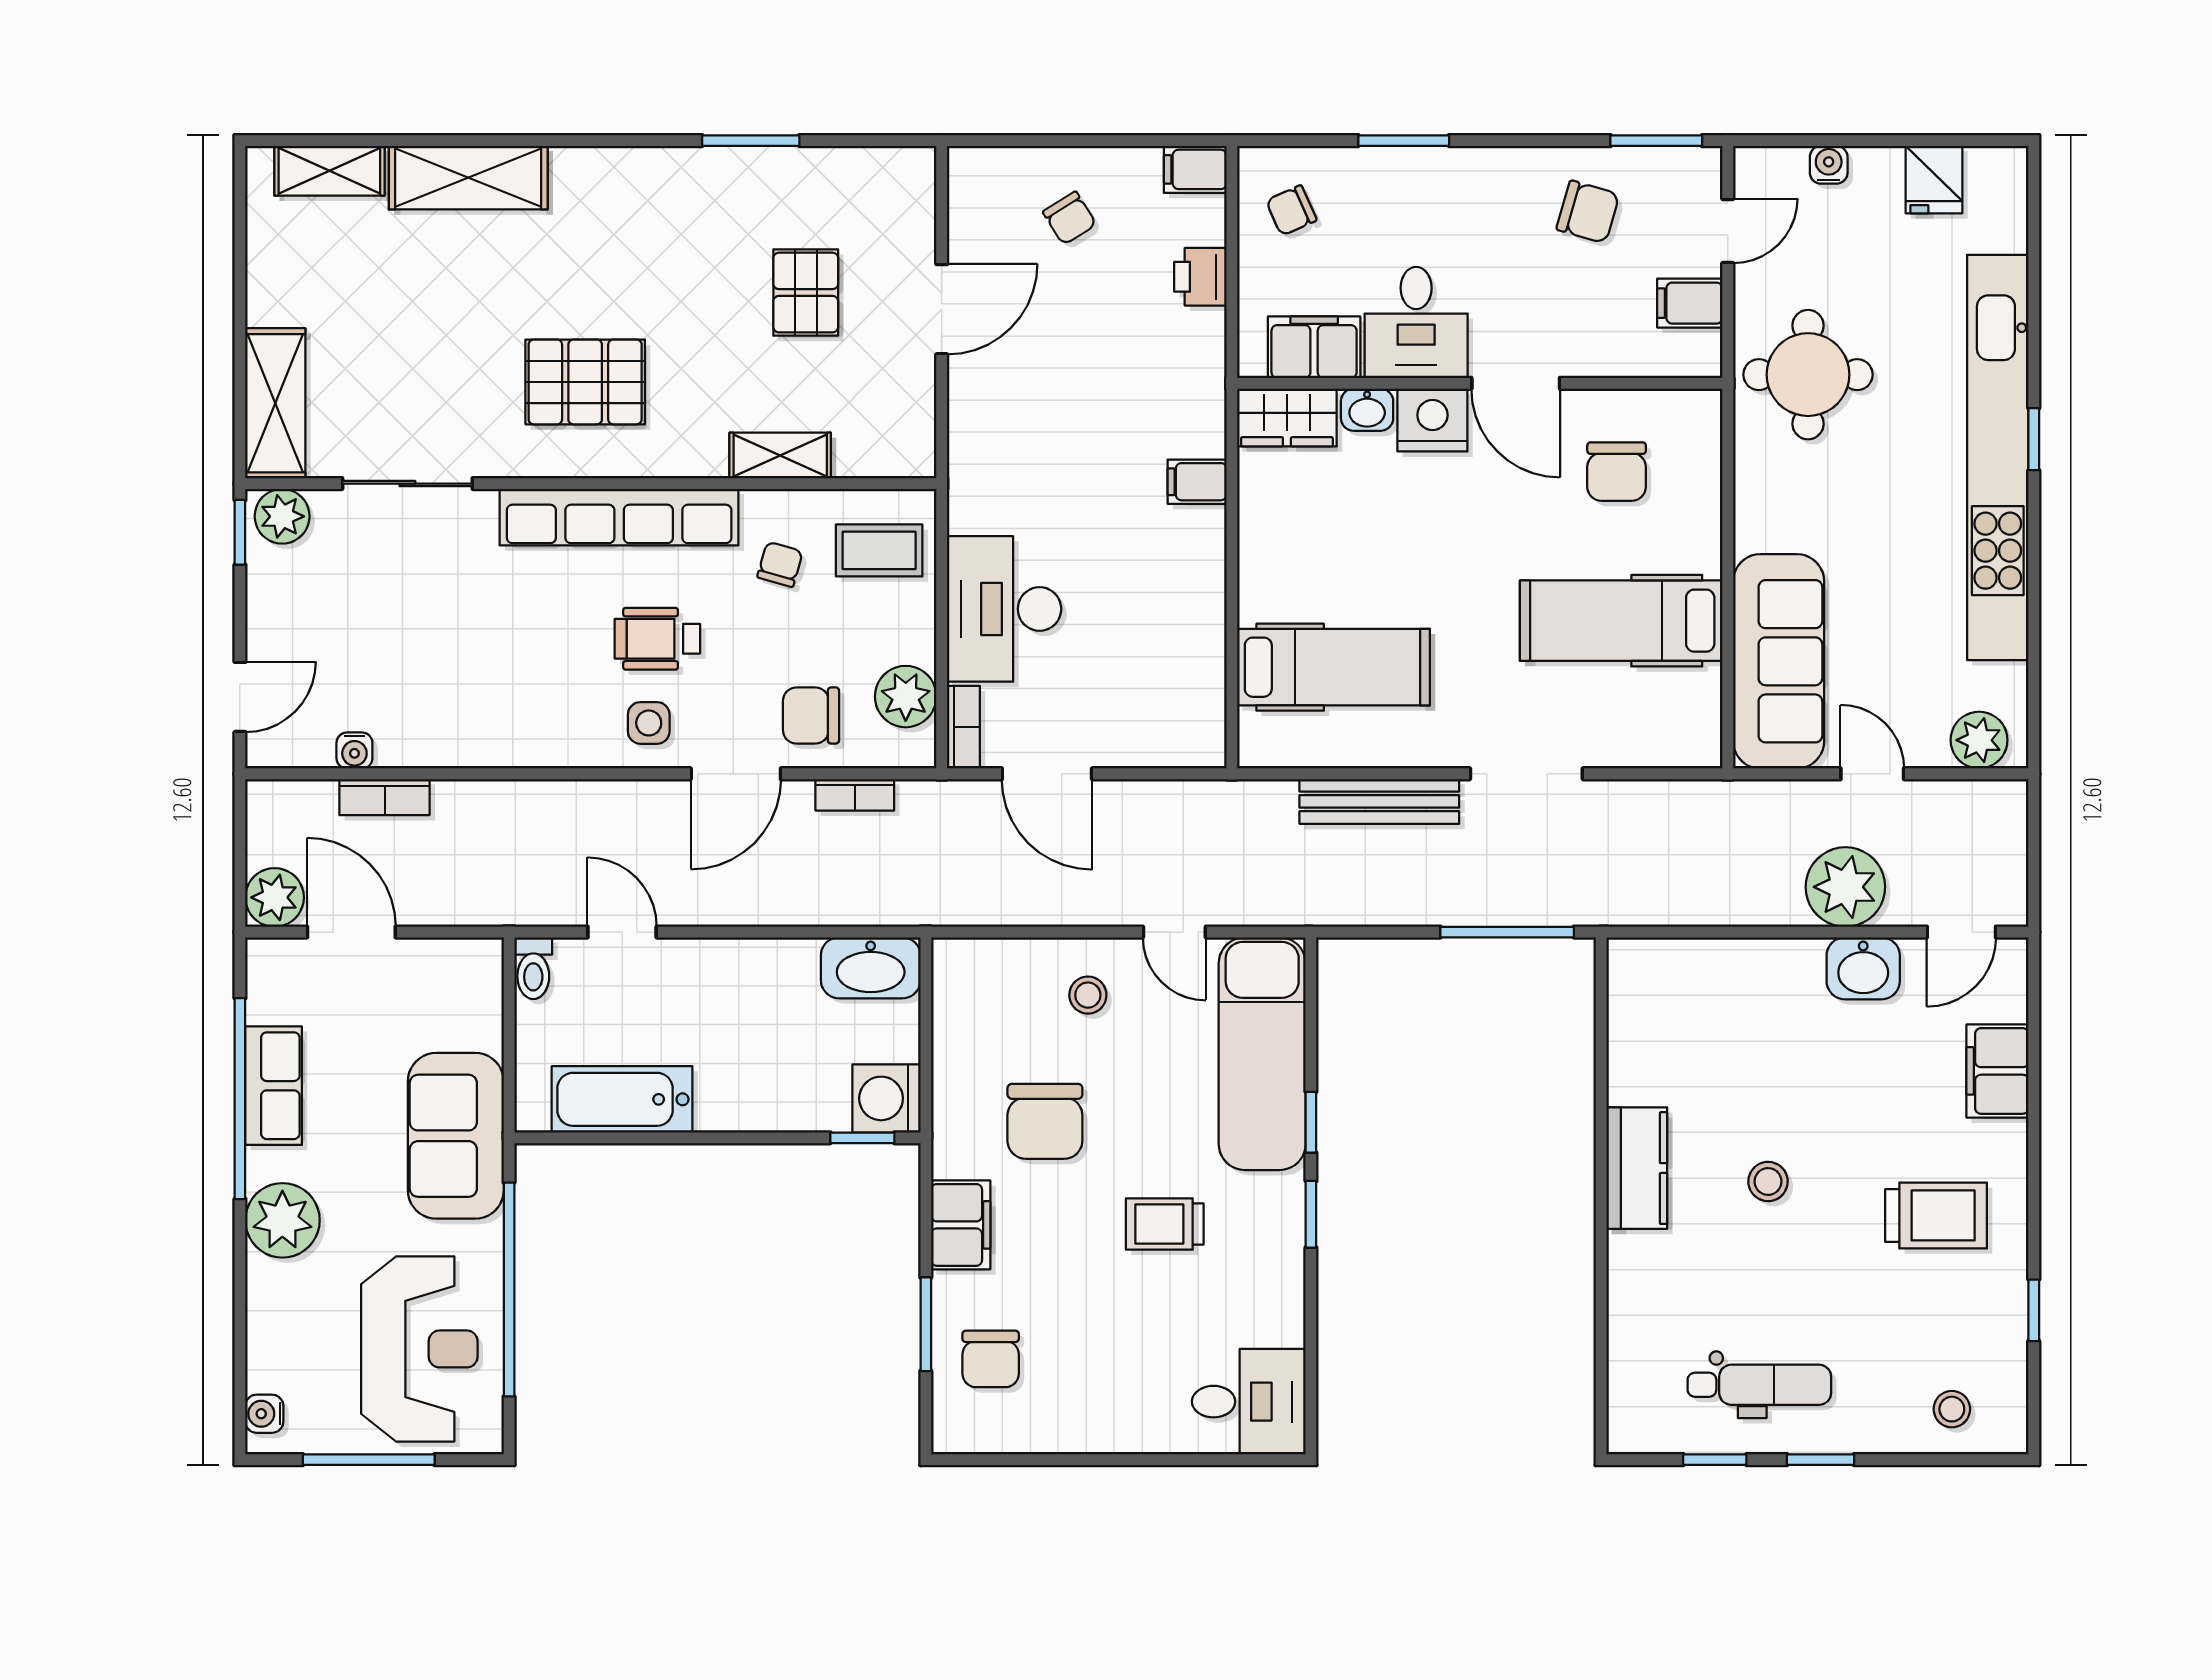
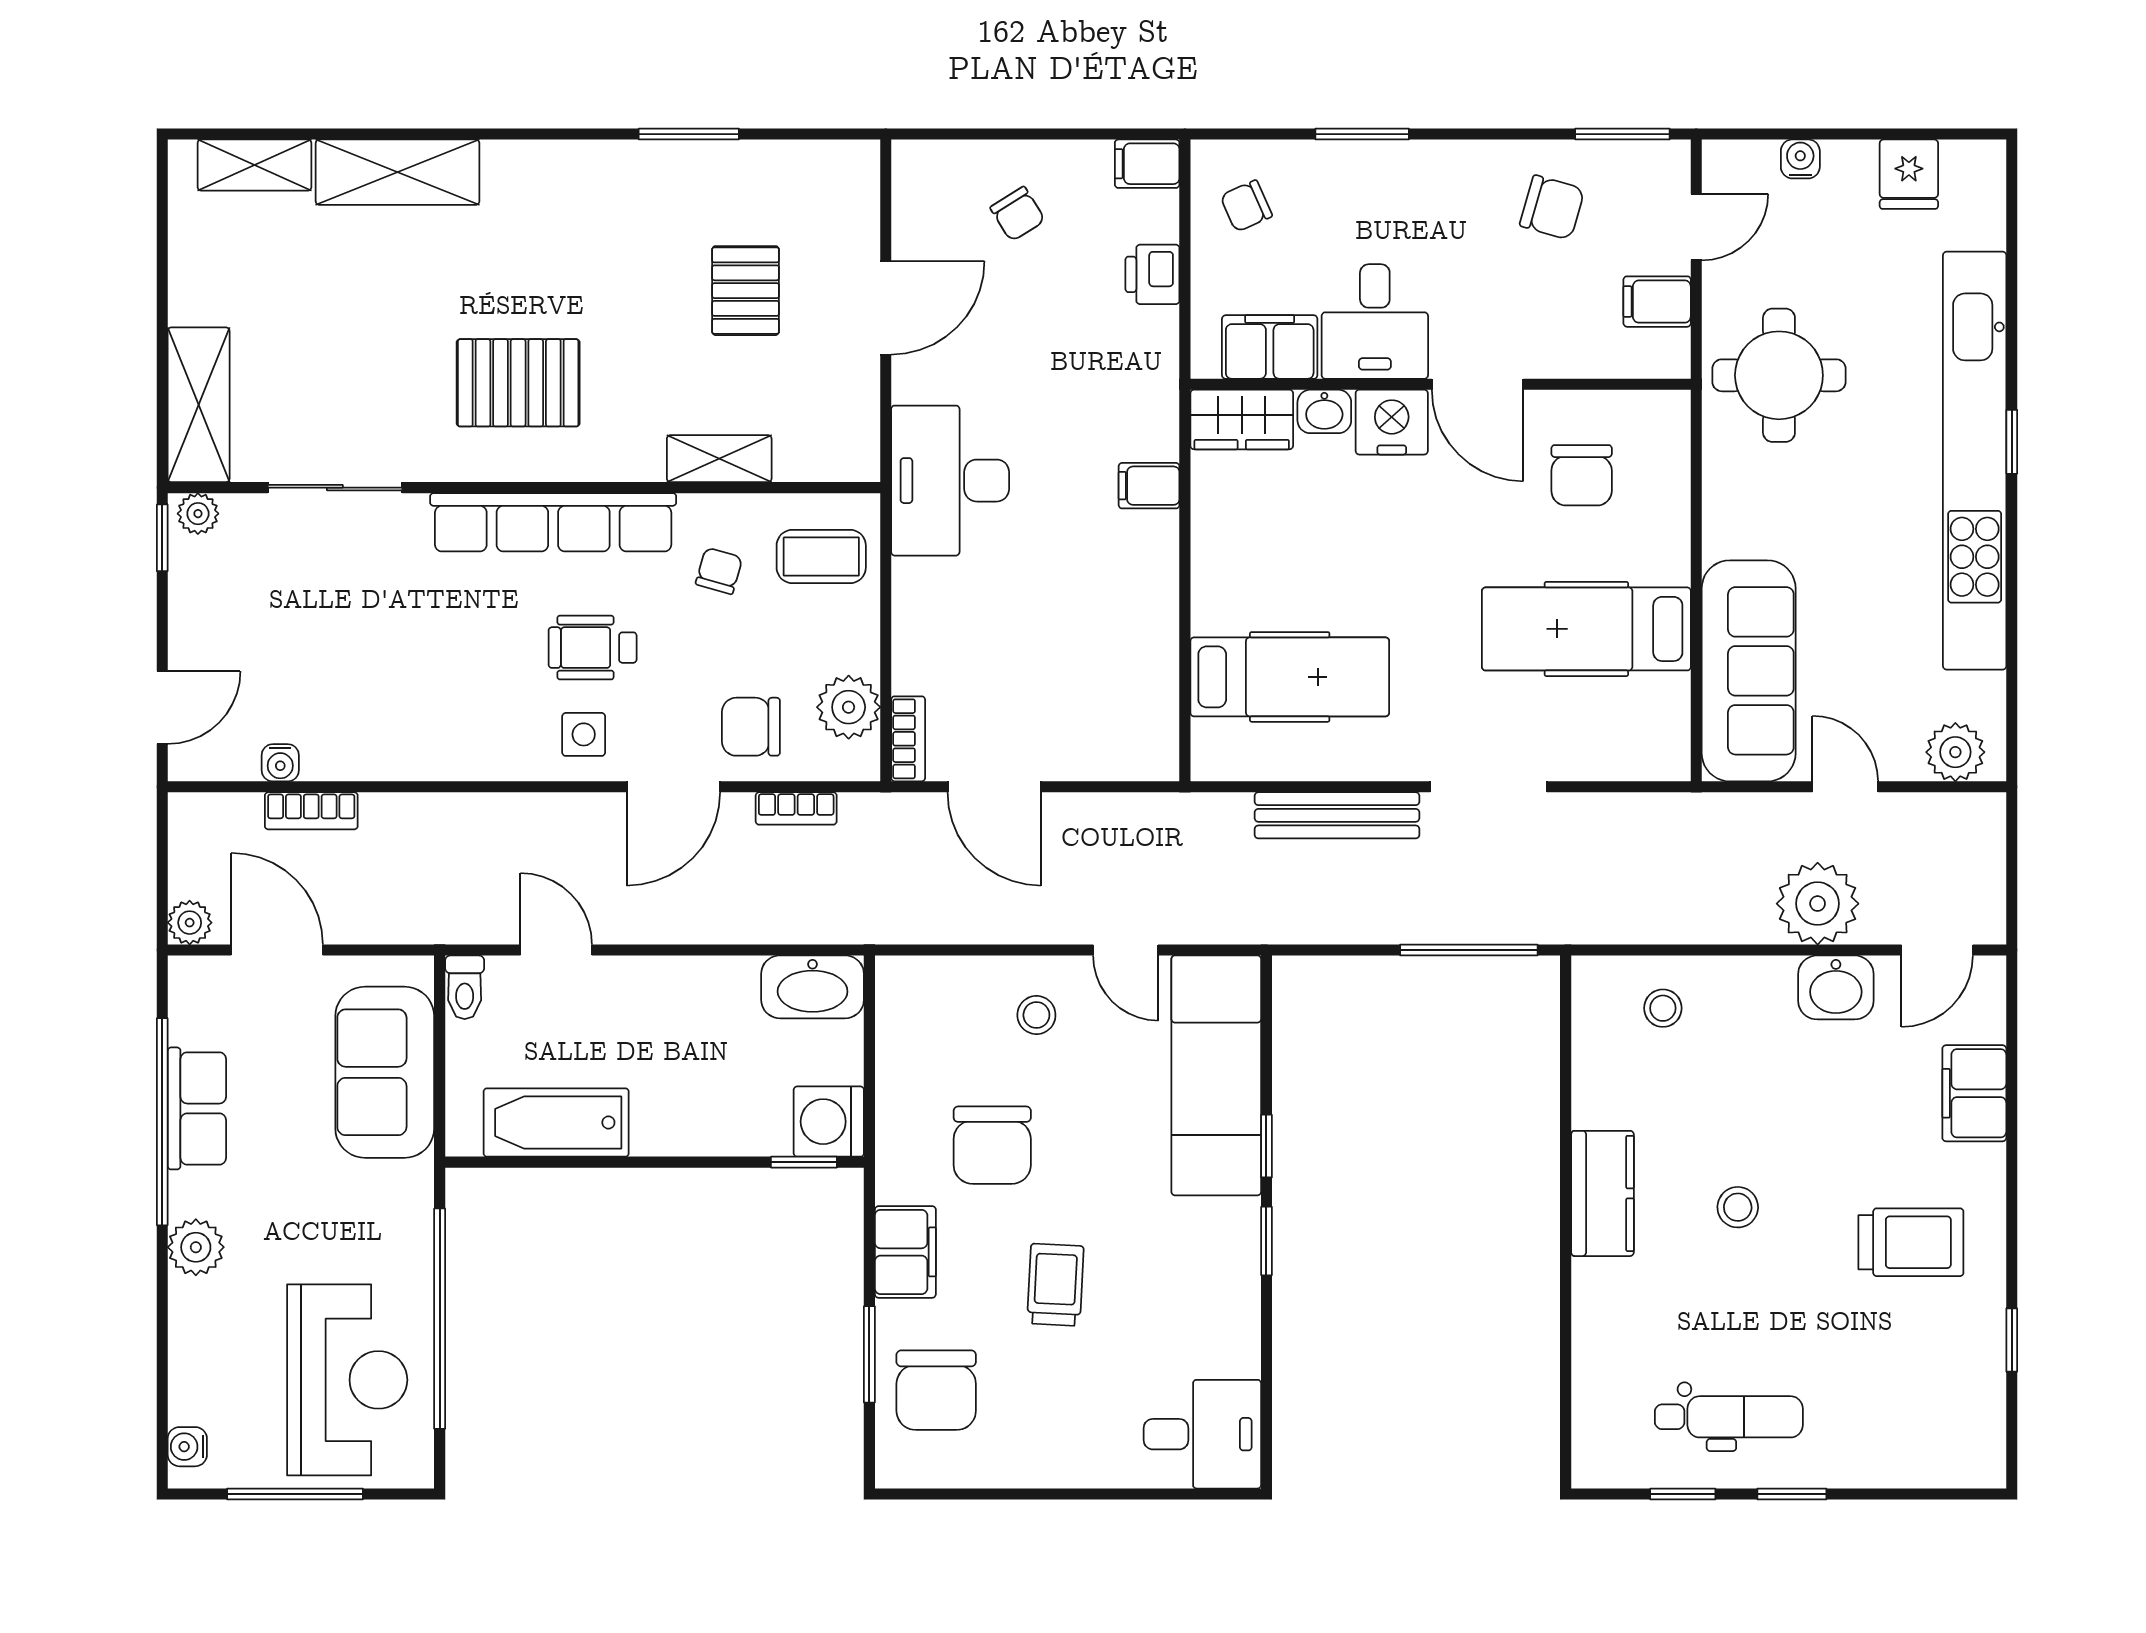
plant: (282, 516) -> (198, 514), width x0.73, depth x0.73
desk: (1004, 609) -> (950, 481), moved
plant: (275, 897) -> (190, 923), width x0.73, depth x0.73
sofa: (456, 1136) -> (385, 1072), moved
plant: (282, 1220) -> (196, 1247), width x0.73, depth x0.73
trolley: (1165, 1224) -> (1055, 1285), moved, turned 93
chair: (991, 1359) -> (936, 1390), width x1.37, depth x1.37
stool: (1952, 1409) -> (1663, 1008), moved

